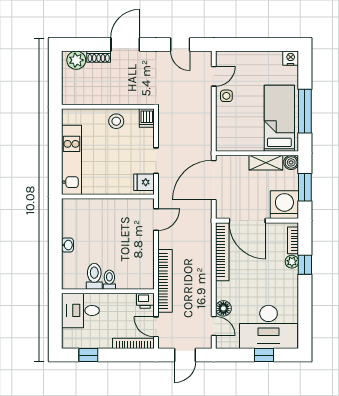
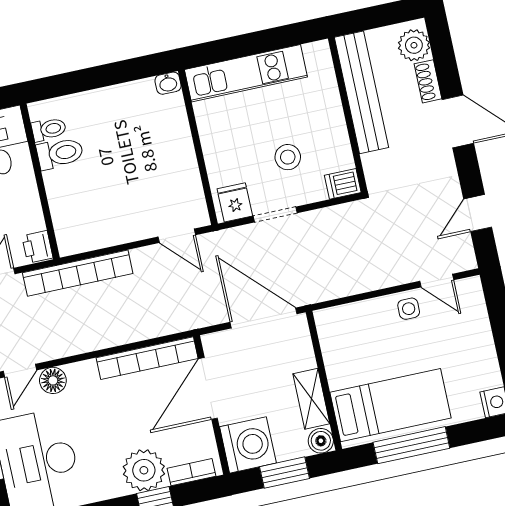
bench: (97, 96) -> (361, 92), added
stool: (116, 121) -> (288, 157), moved
washbasin: (67, 245) -> (168, 83), moved
plant: (292, 262) -> (144, 470), width x1.88, depth x1.88
toilet: (109, 280) -> (49, 129), moved

